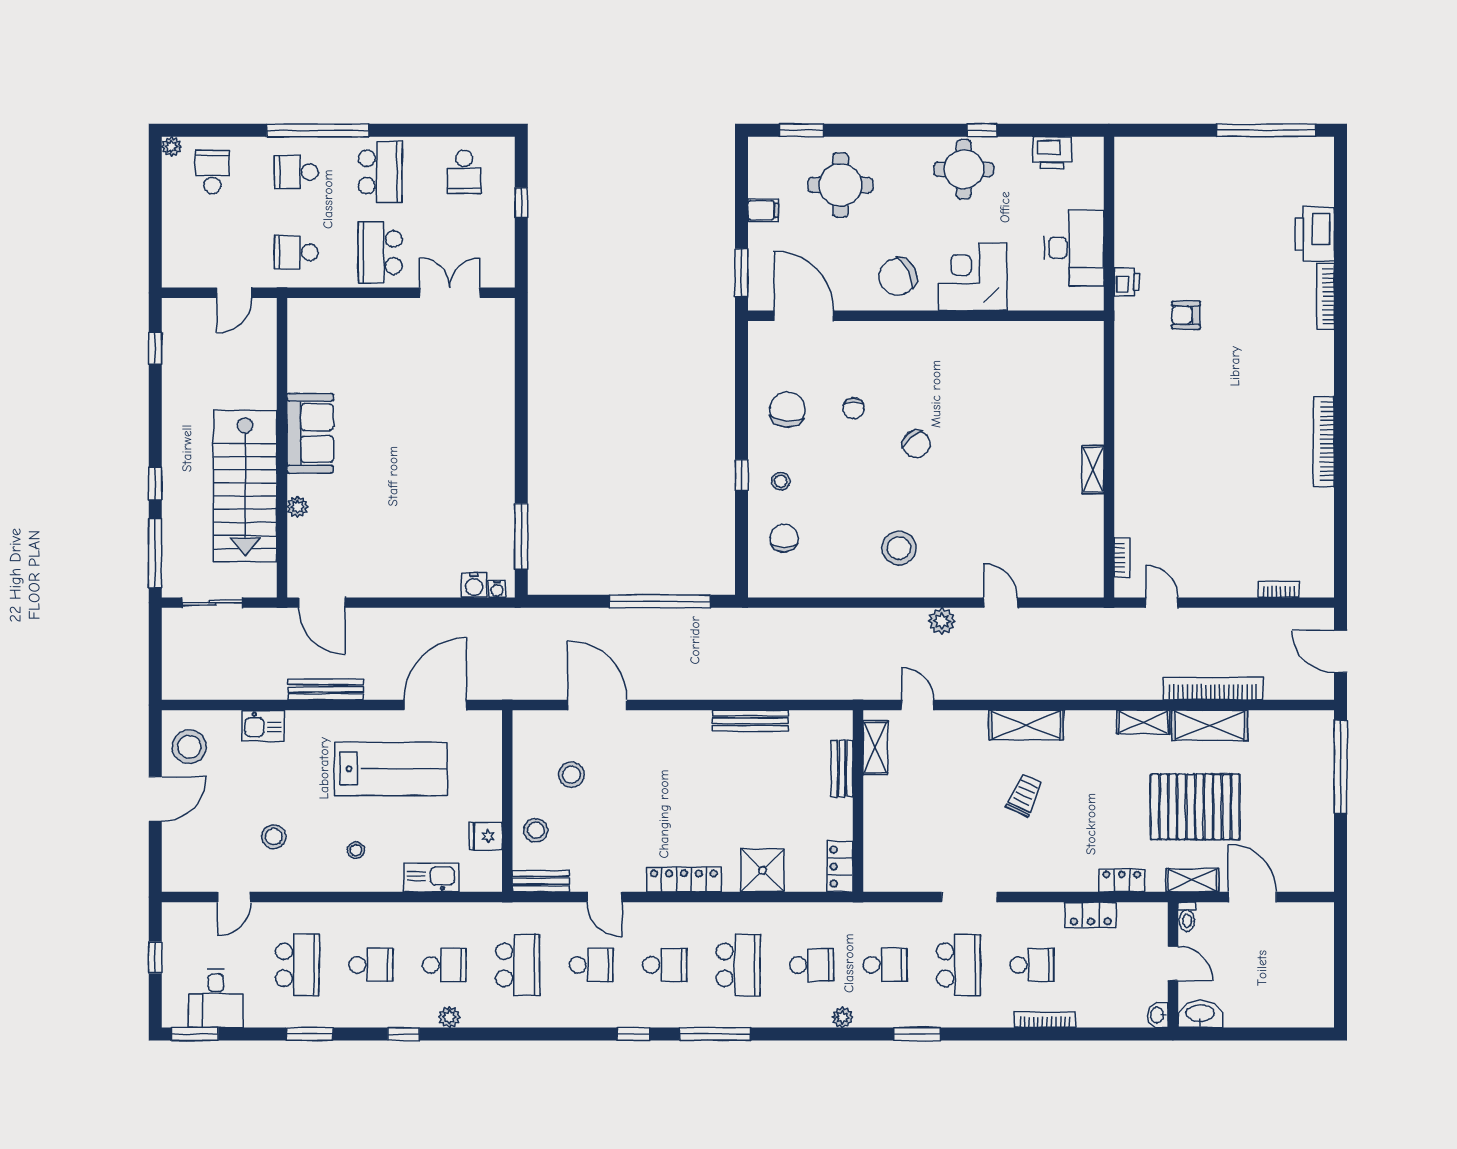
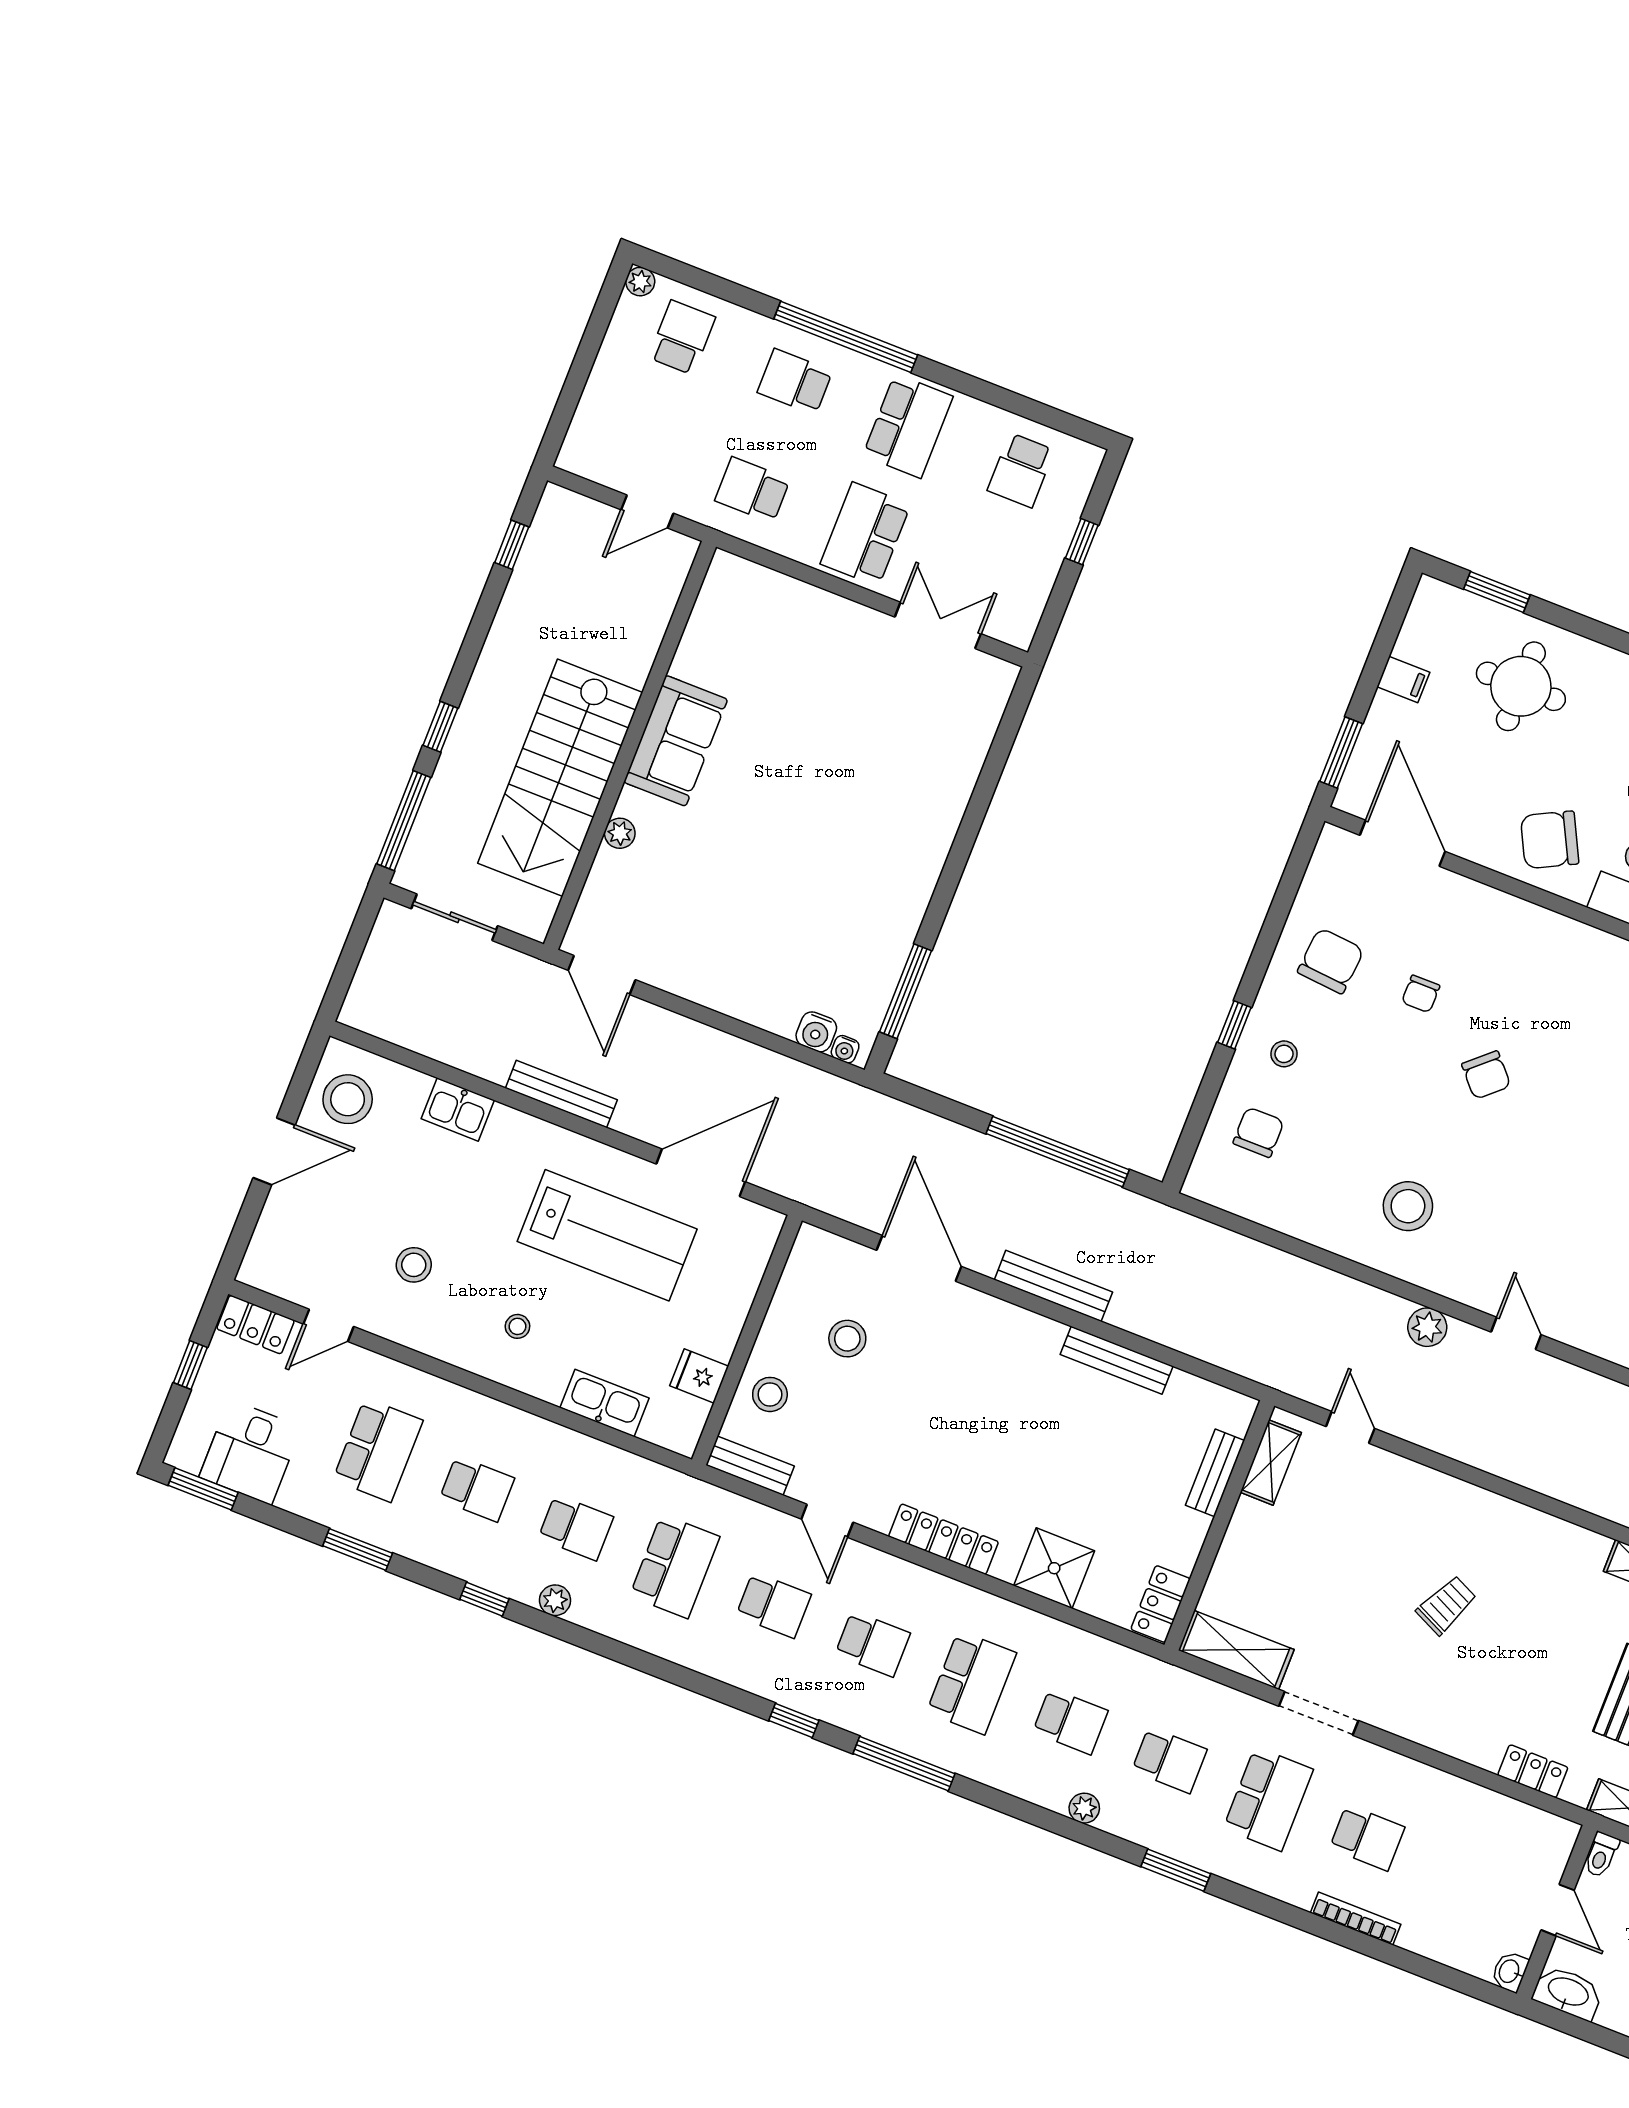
bench: (691, 689) -> (1053, 1286), added
shelving: (1026, 725) -> (1236, 1650), moved
locker: (1091, 915) -> (256, 1325), moved

